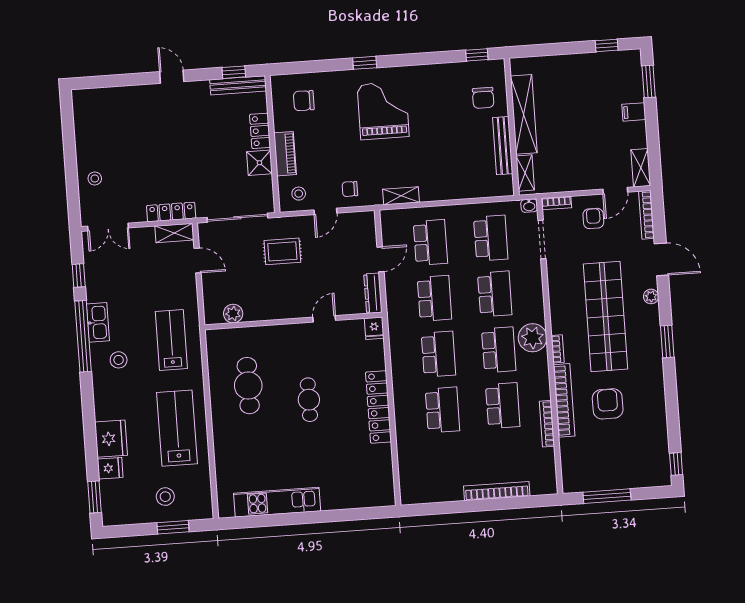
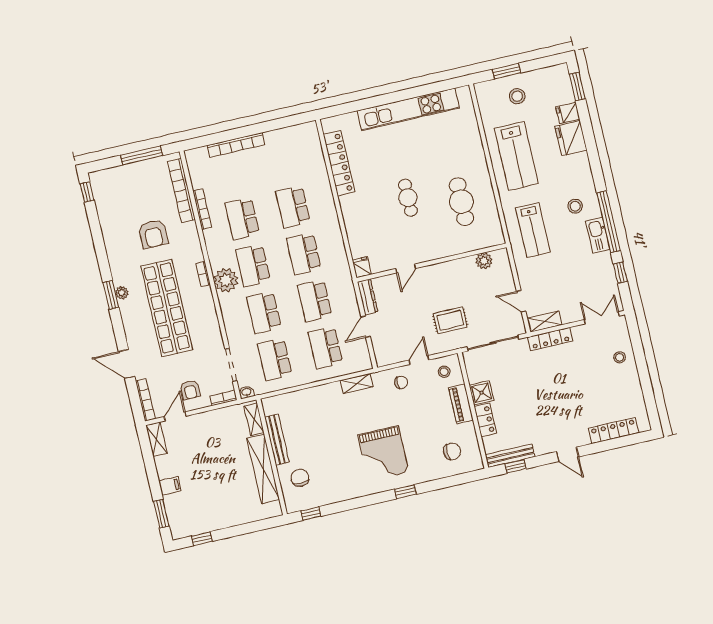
locker: (115, 96) -> (614, 431), added
plant: (651, 296) -> (122, 293), moved
bookcase: (564, 400) -> (181, 191), moved
locker: (378, 407) -> (339, 163), moved
kitchen unit: (277, 502) -> (408, 109), width x1.36

